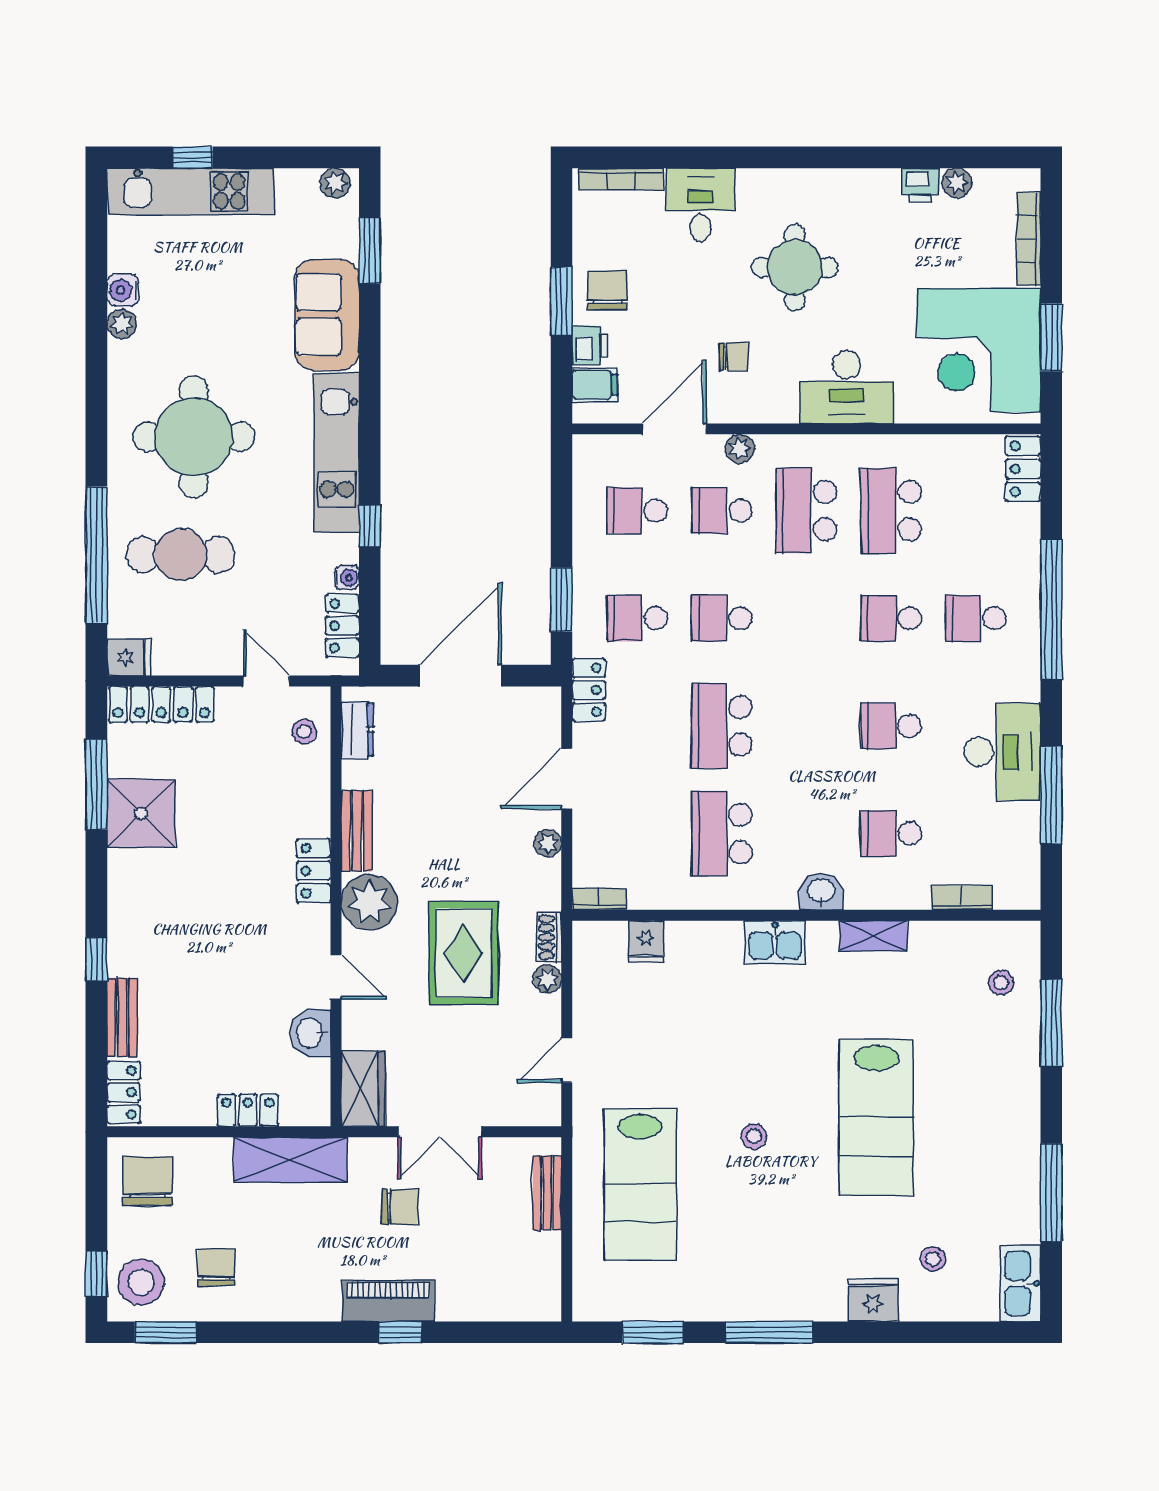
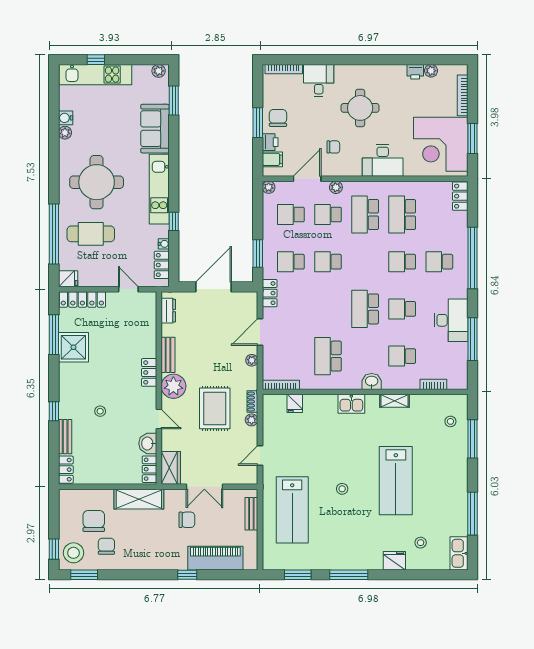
plant: (586, 448) -> (269, 187), added
school desk: (722, 726) -> (365, 309), moved
stool: (304, 732) -> (100, 411), moved
bookcase: (599, 899) -> (281, 385), width x1.56
locker: (248, 1110) -> (149, 469), moved, turned -90
chair: (147, 1181) -> (94, 521), moved
piano: (388, 1301) -> (215, 558), moved, width x1.37, depth x1.33

